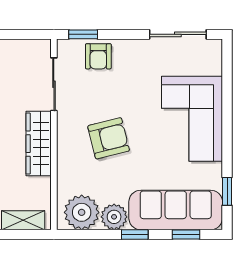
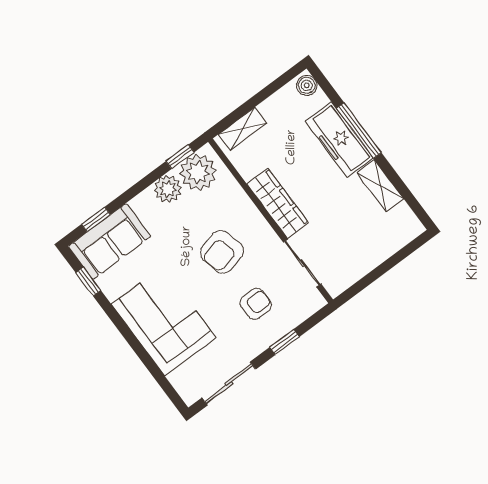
window: (83, 34) -> (285, 342), moved
armchair: (98, 56) -> (256, 304), moved, turned 90
sofa: (176, 210) -> (110, 241), width x0.73
window: (135, 234) -> (180, 157), moved

